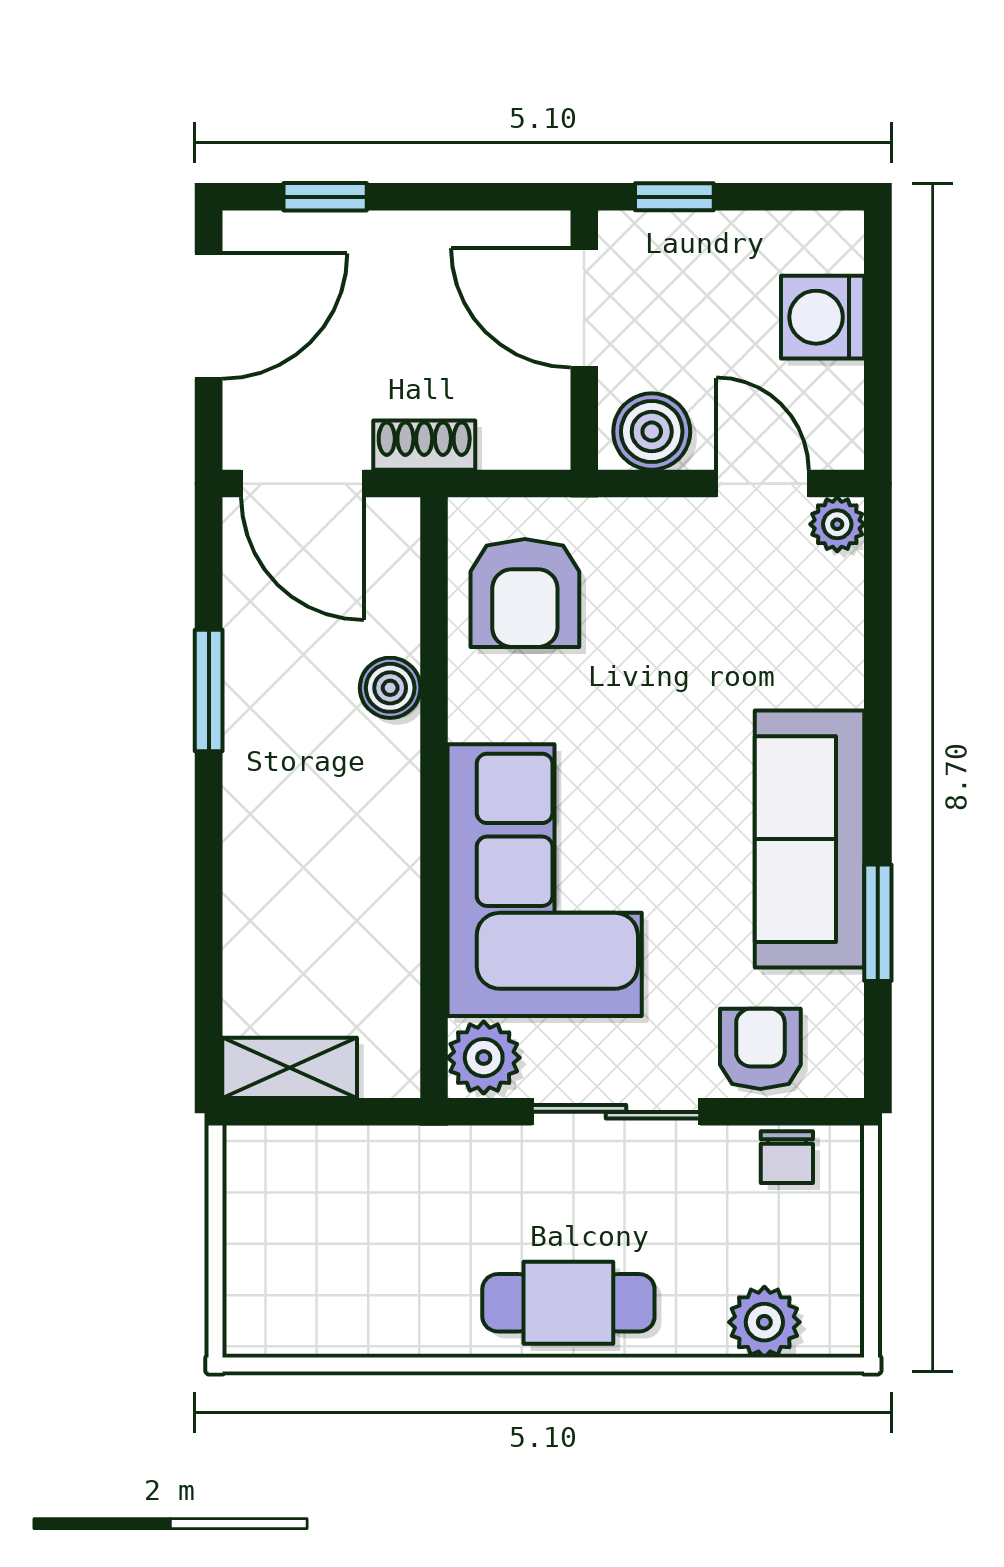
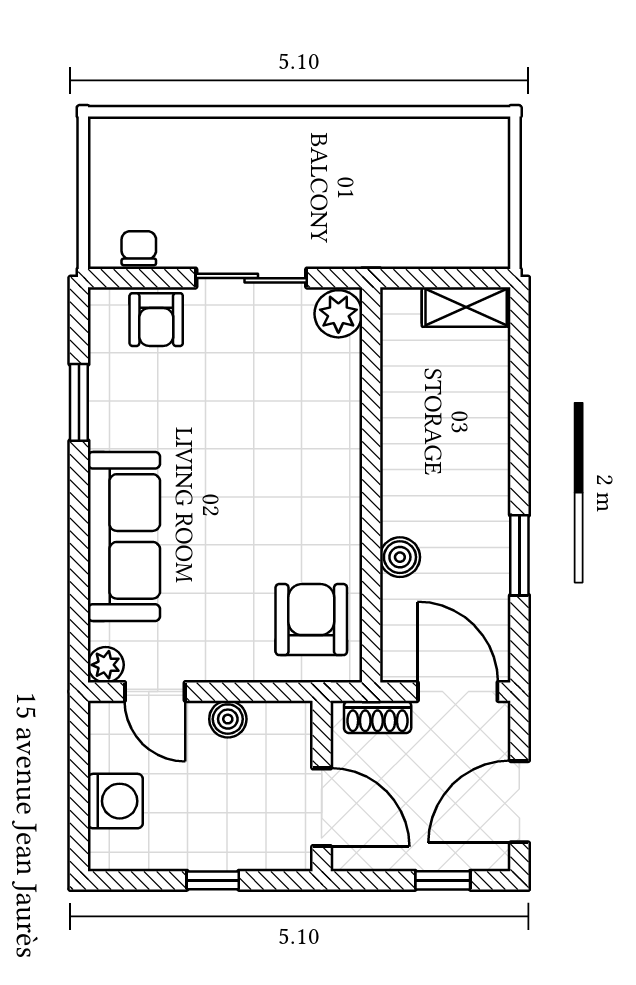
door: (584, 308) -> (322, 807), moved
wall: (584, 340) -> (322, 786), moved
boiler: (652, 432) -> (228, 719), width x0.73, depth x0.73
sofa: (810, 839) -> (124, 536), moved
corner sofa: (545, 880) -> (298, 431), removed
cafe table: (568, 1303) -> (283, 152), removed
plant: (764, 1322) -> (154, 140), removed

